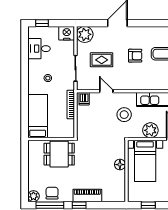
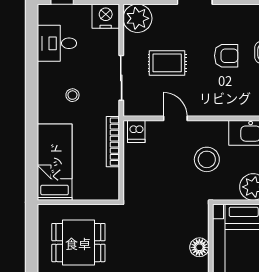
dining table: (59, 154) -> (78, 243), moved

